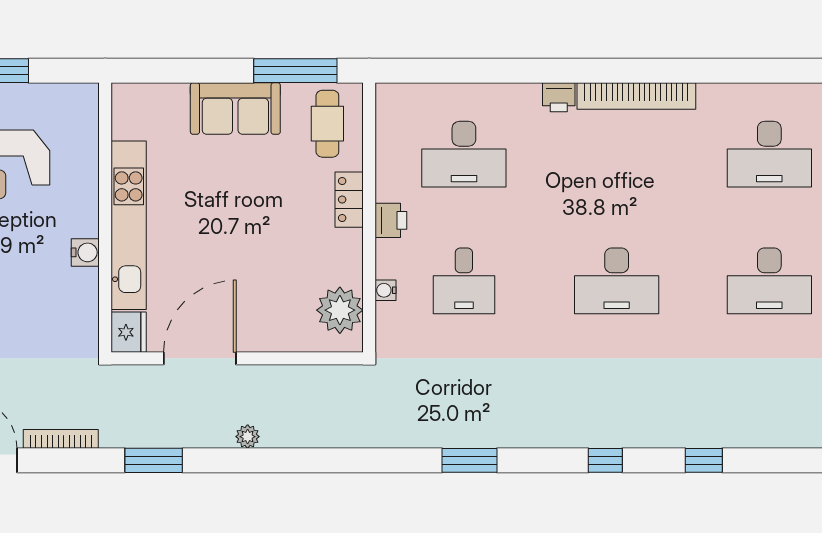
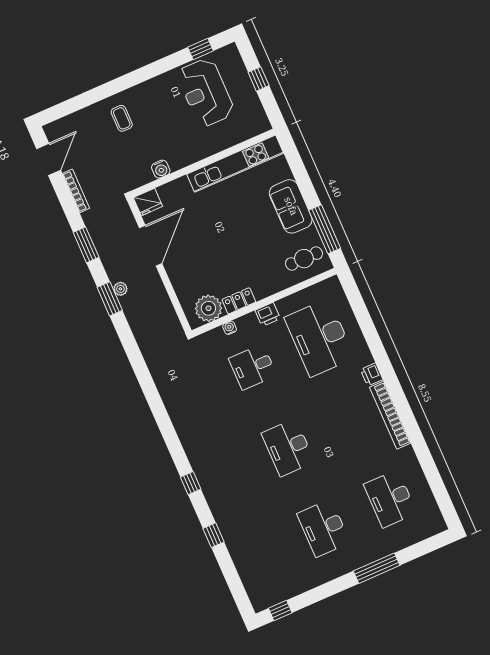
desk: (464, 154) -> (320, 338), width x1.36, depth x1.30
locker: (349, 200) -> (239, 301), moved
kitchen unit: (129, 225) -> (235, 164), moved
water cooler: (85, 252) -> (161, 169), moved
door: (200, 358) -> (151, 246), hinge flipped
window: (470, 460) -> (110, 299), moved

